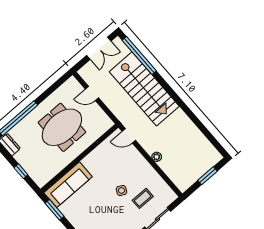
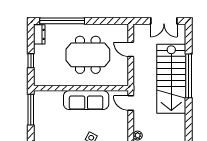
window: (139, 55) -> (189, 76), moved
sofa: (68, 185) -> (86, 100), moved
window: (55, 210) -> (31, 110), width x1.44

